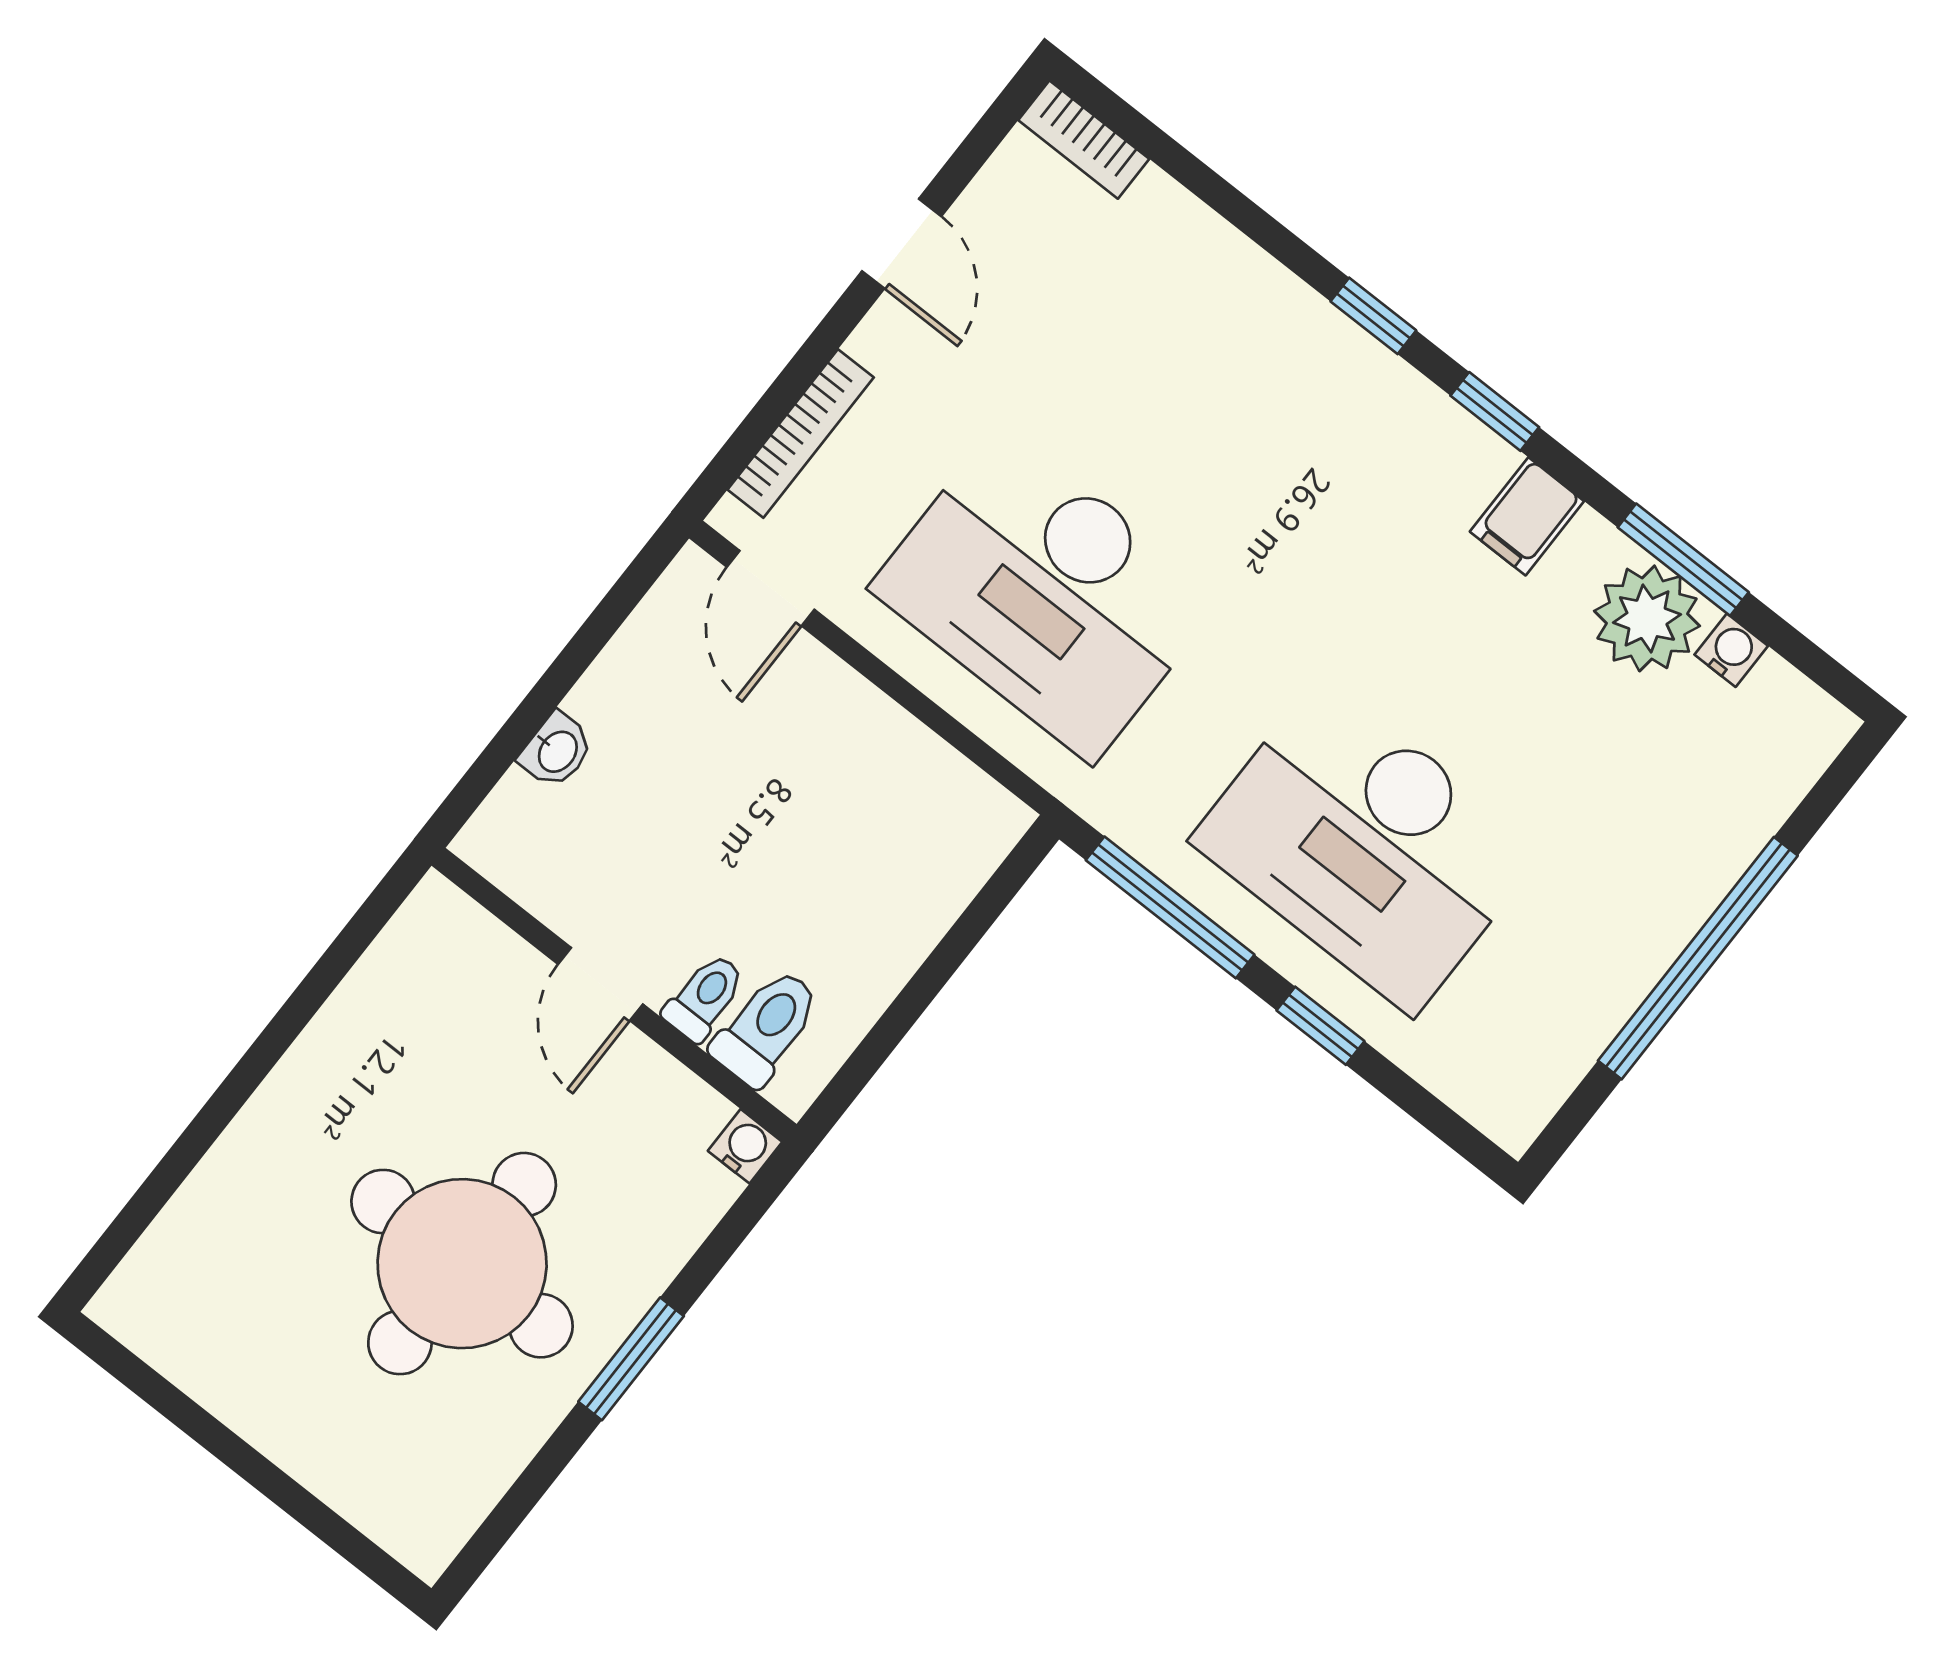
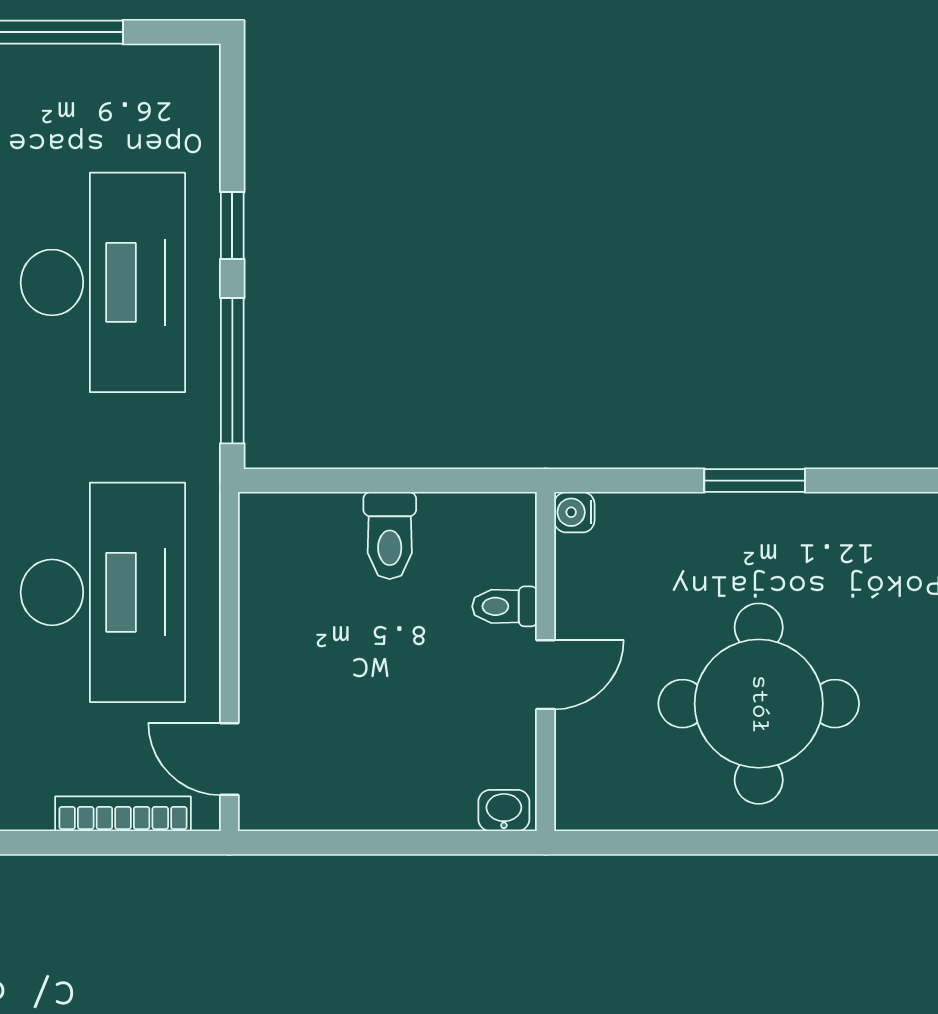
door: (771, 588) -> (229, 759), swing flipped
washbasin: (557, 751) -> (504, 810), moved
toilet: (766, 1027) -> (390, 536), moved, turned -90
round table: (462, 1264) -> (759, 704), moved

